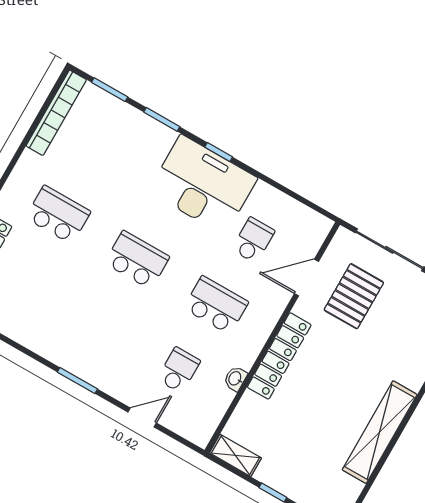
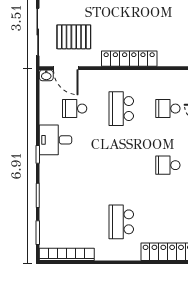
desk: (203, 185) -> (55, 140), width x0.53, depth x0.77
school desk: (137, 260) -> (168, 165), moved, width x0.54
door: (307, 278) -> (66, 68), moved
washbasin: (235, 379) -> (46, 75), moved

